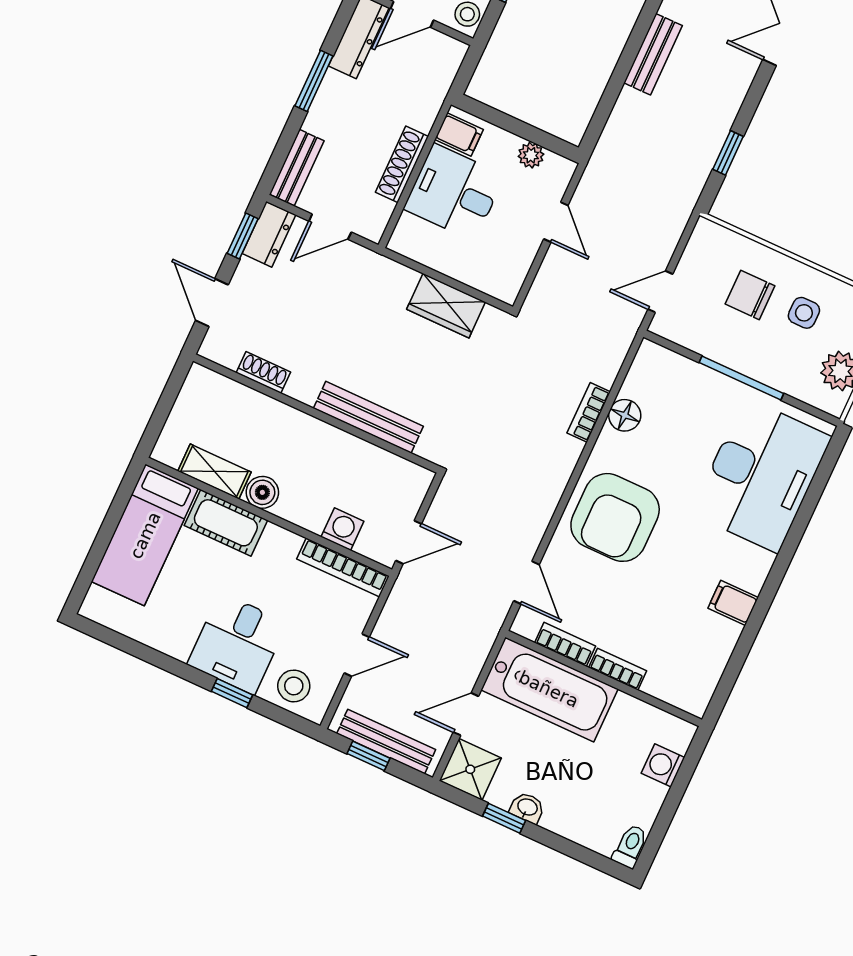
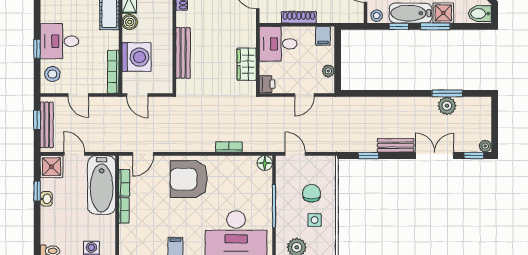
bench: (653, 54) -> (396, 145), moved
desk: (454, 192) -> (278, 44), moved, turned -90
printer: (502, 284) -> (267, 84), added
floor lamp: (625, 415) -> (265, 163), moved
washing machine: (342, 529) -> (137, 57), width x1.89, depth x1.89

